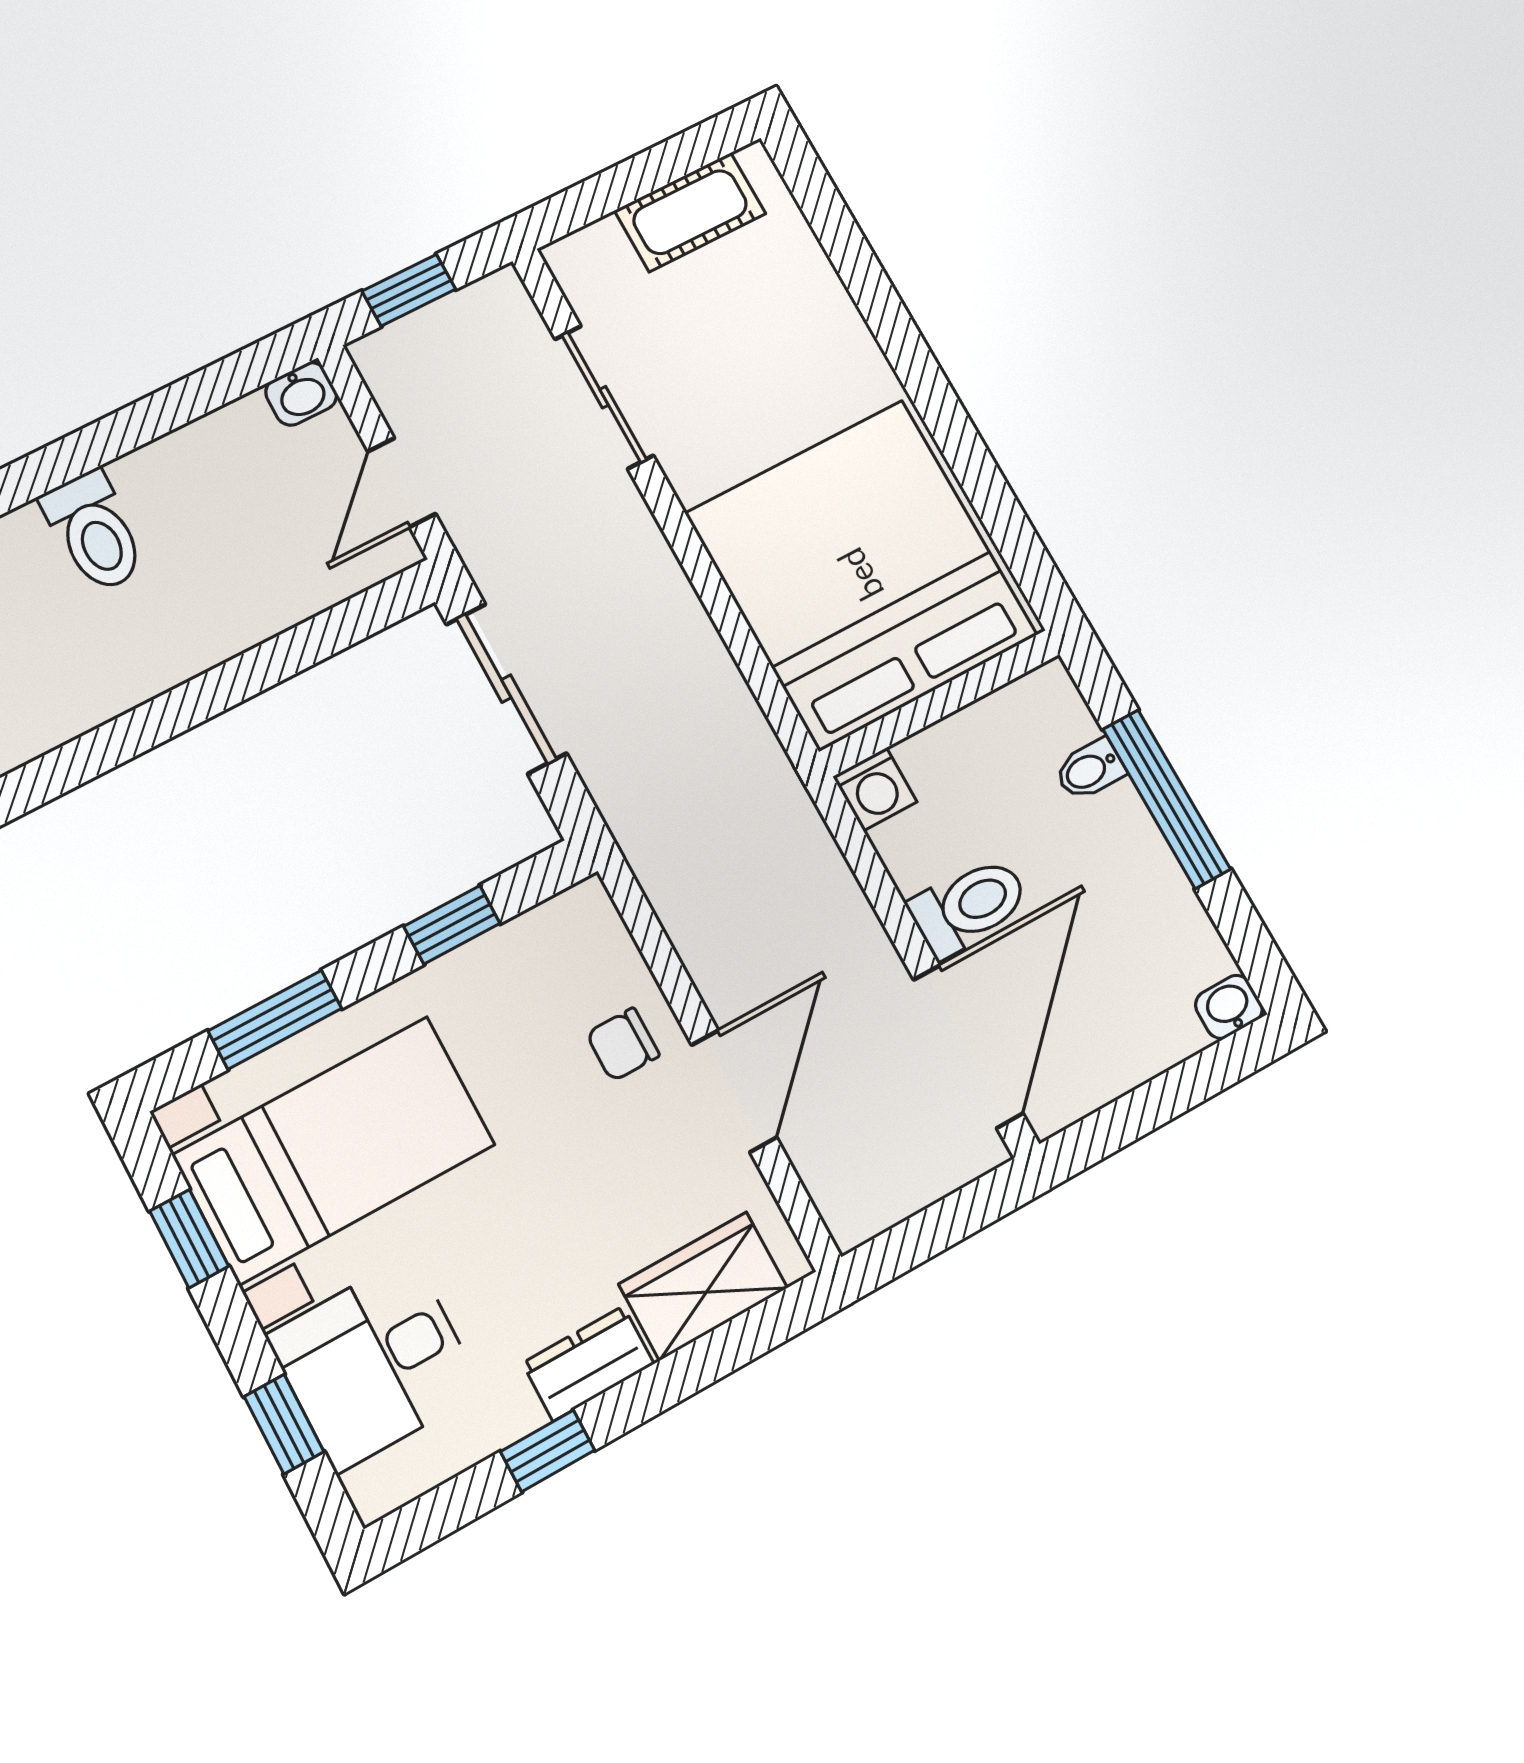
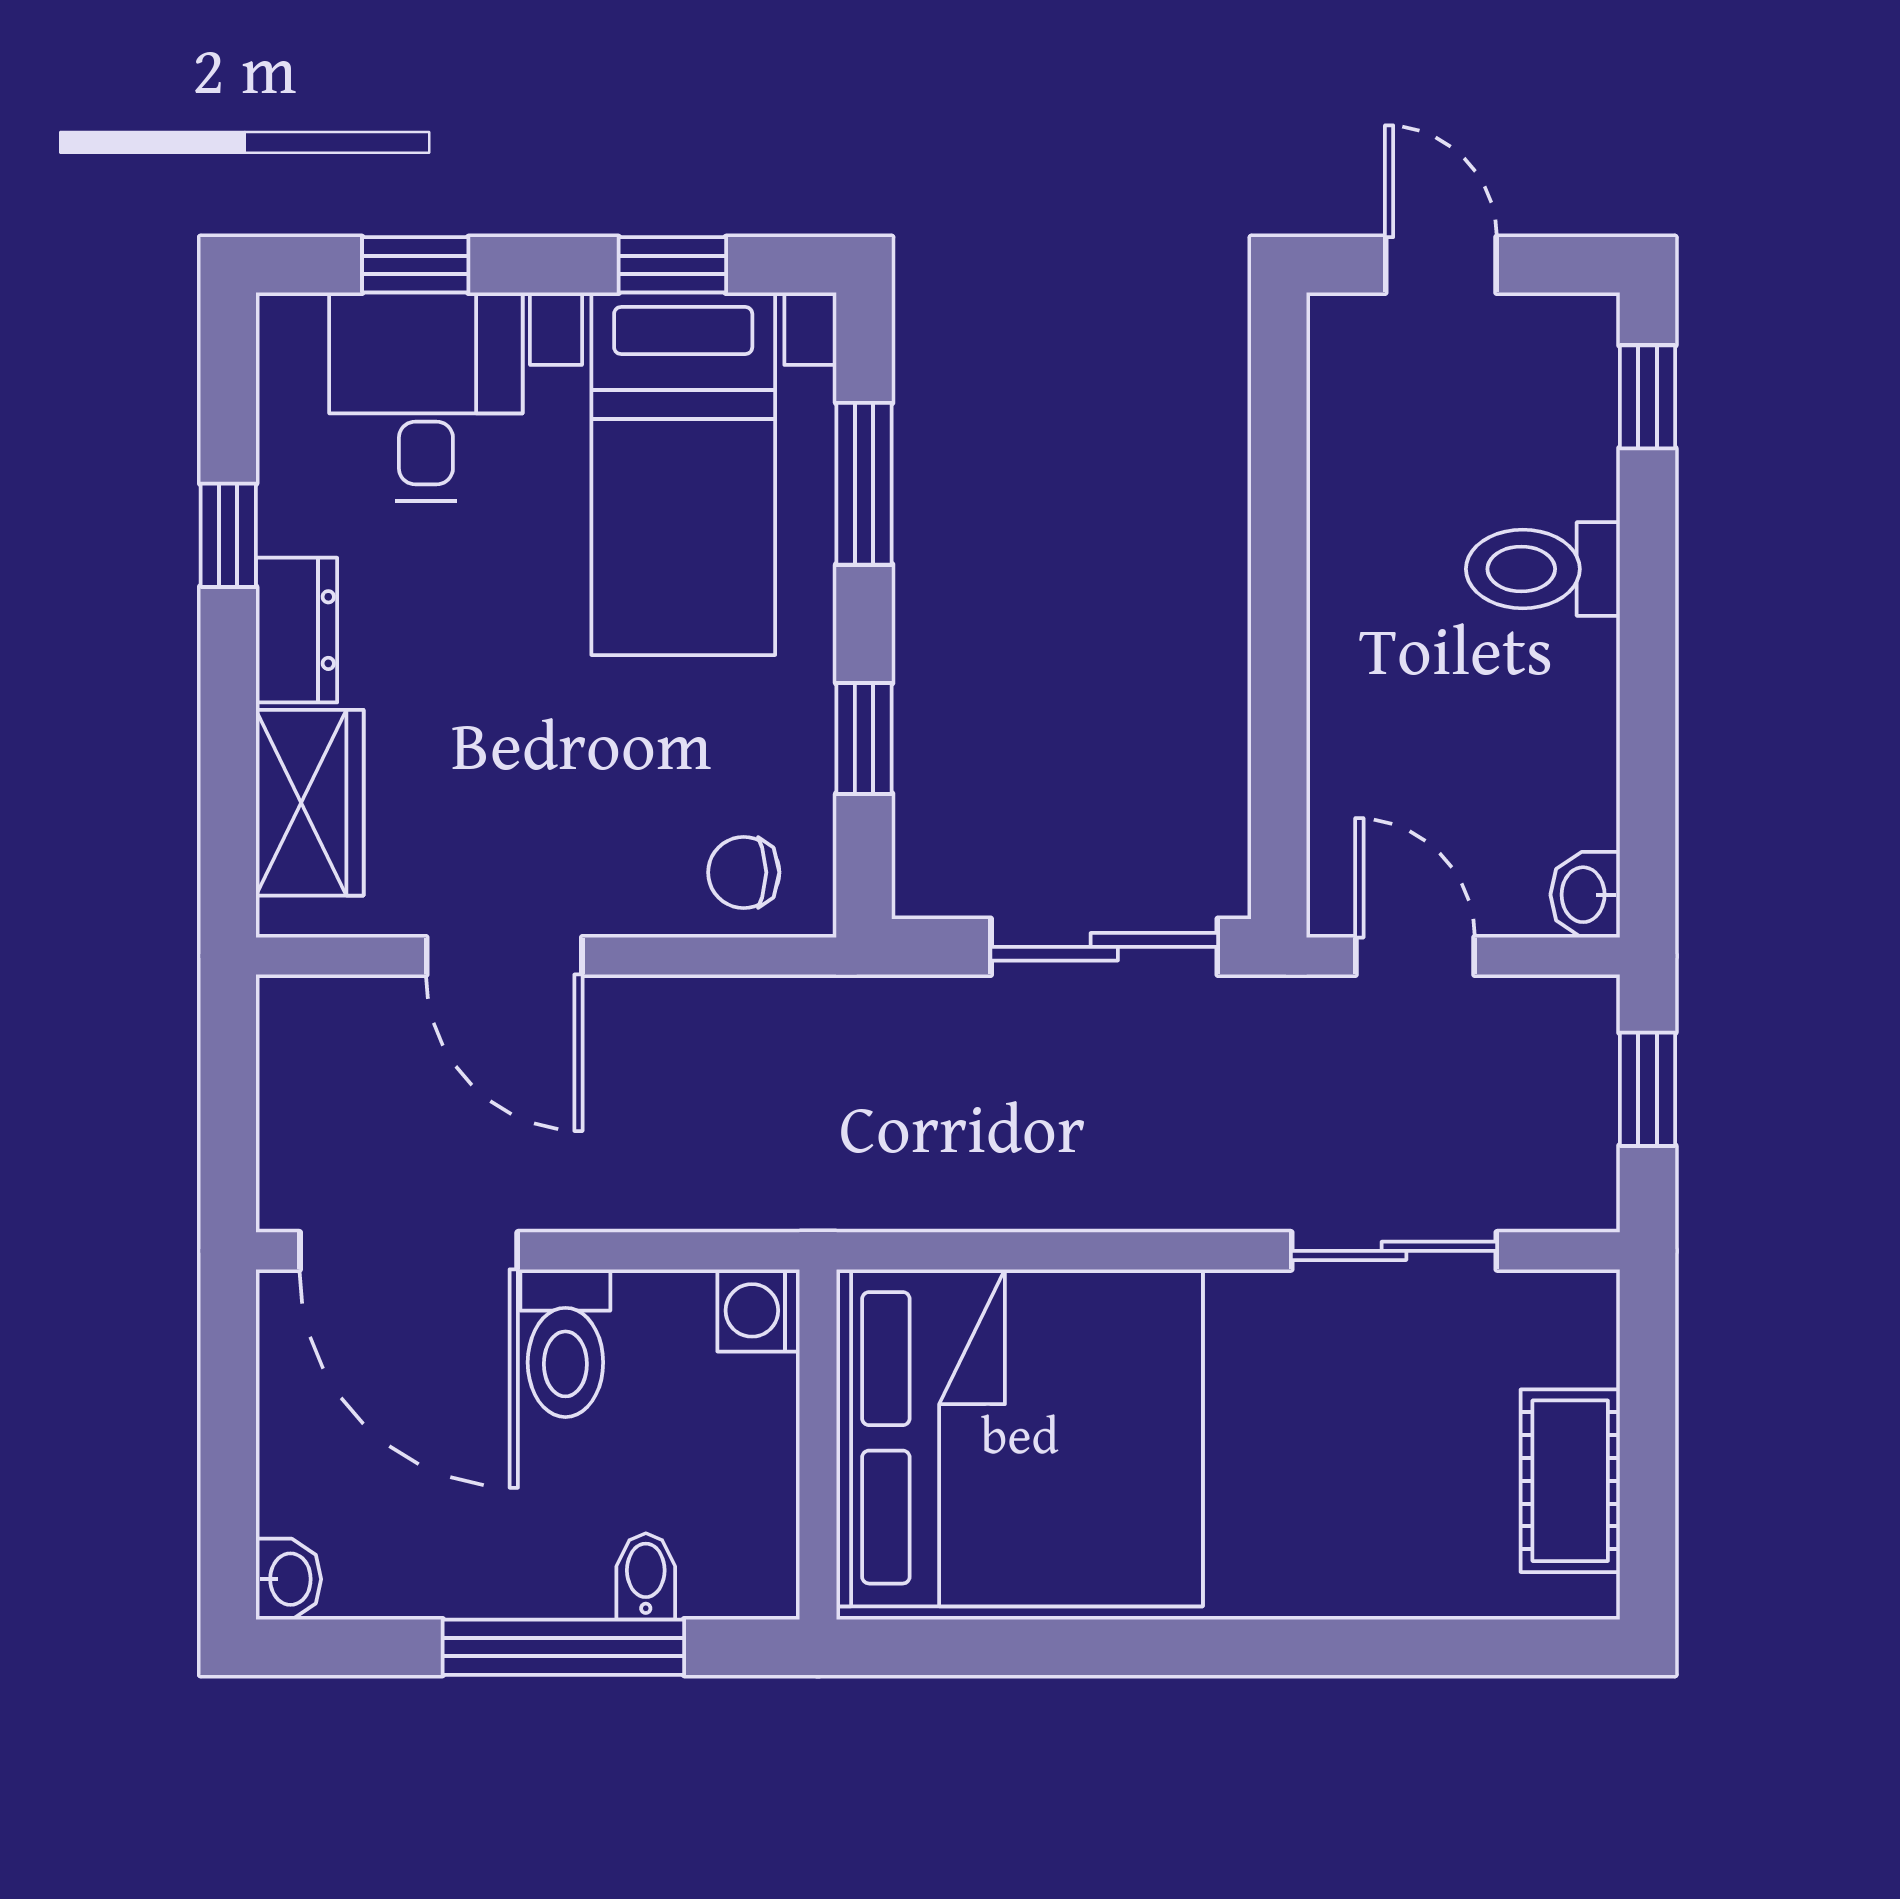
chair: (623, 1045) -> (744, 872), moved, turned -90

